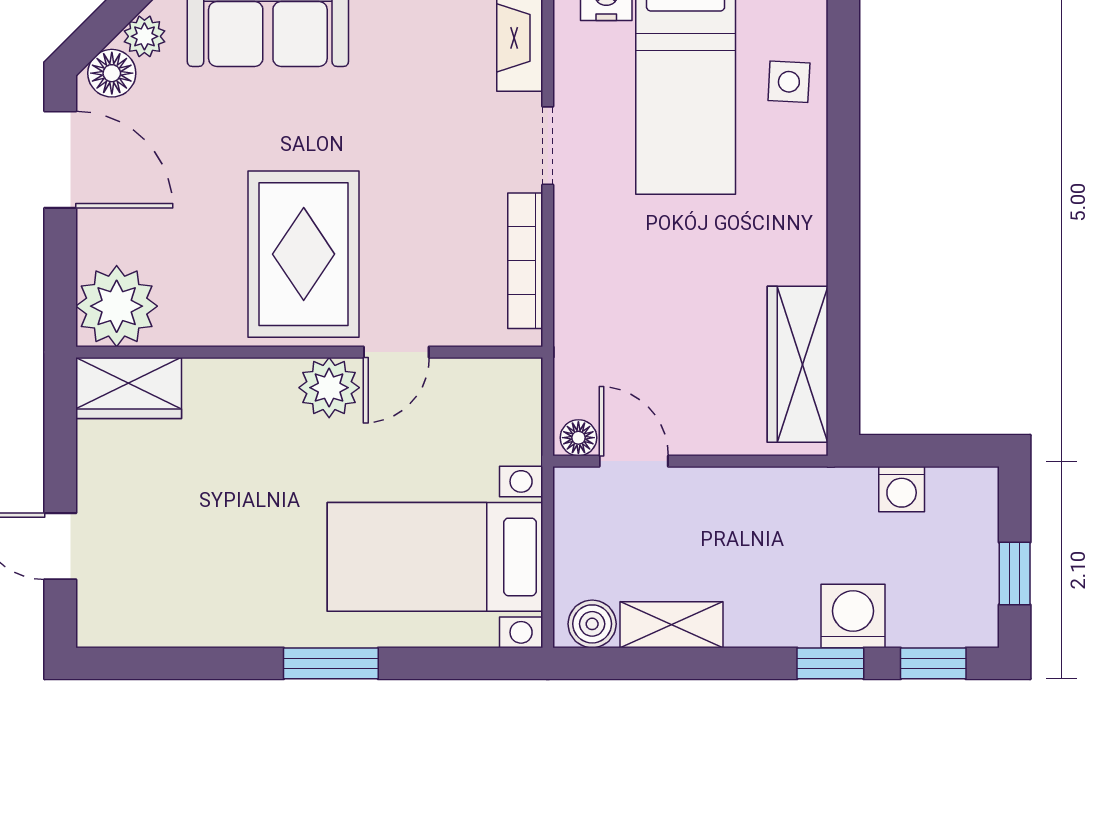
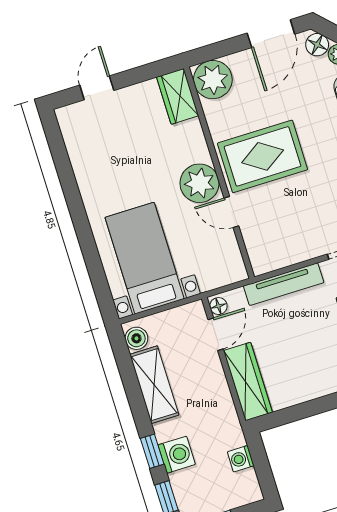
bookcase: (525, 261) -> (291, 257), removed
tv unit: (575, 292) -> (284, 284), added
wardrobe: (798, 364) -> (248, 381), moved, turned 90
plant: (329, 388) -> (199, 183), width x1.36, depth x1.36
shelving: (672, 625) -> (154, 385), width x1.50, depth x1.33
window: (331, 663) -> (82, 226), removed

